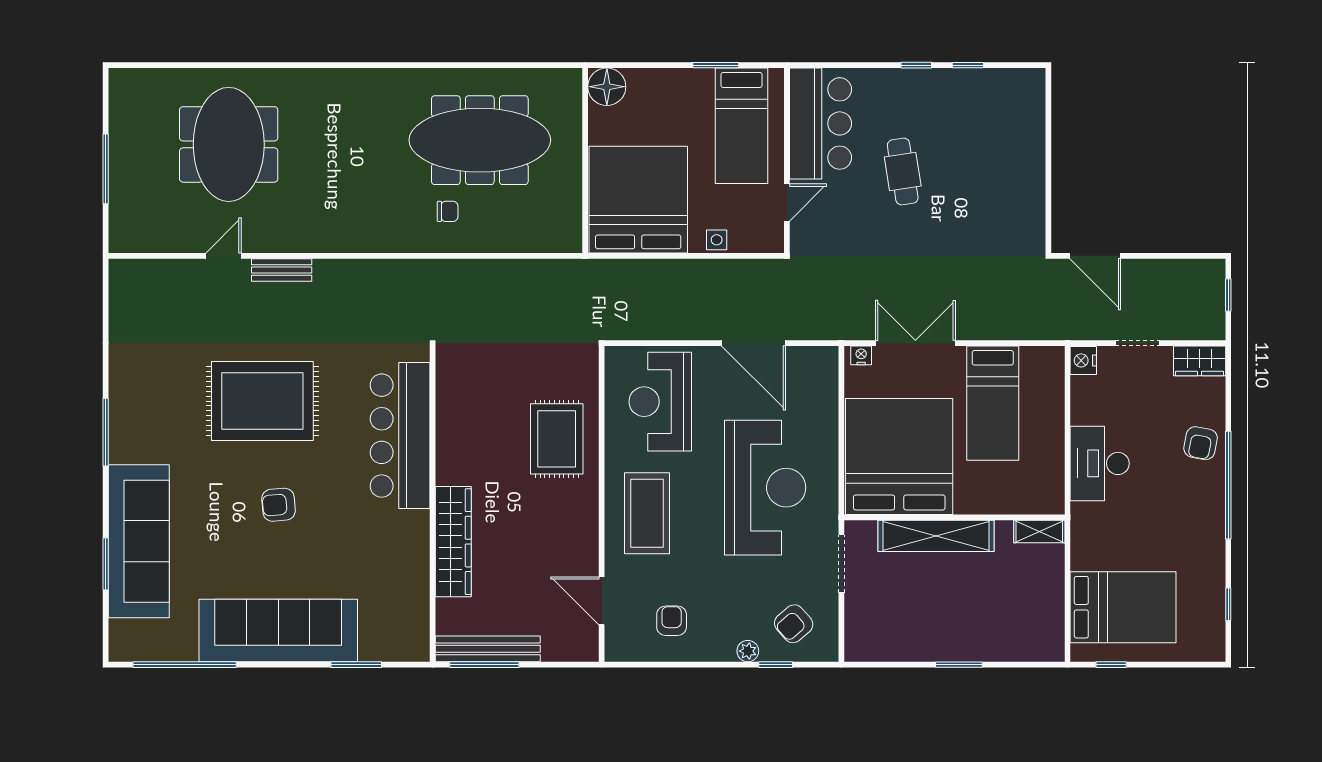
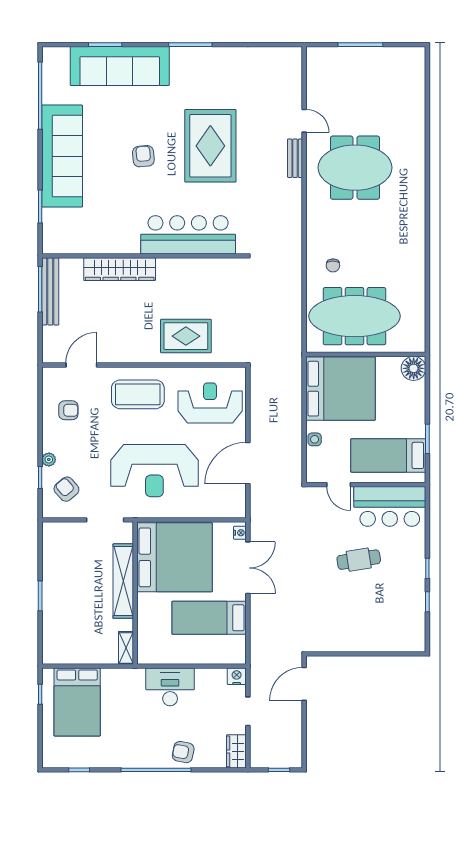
meeting table: (480, 140) -> (354, 316), moved, turned 90
meeting table: (229, 144) -> (355, 168), moved

